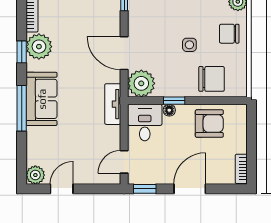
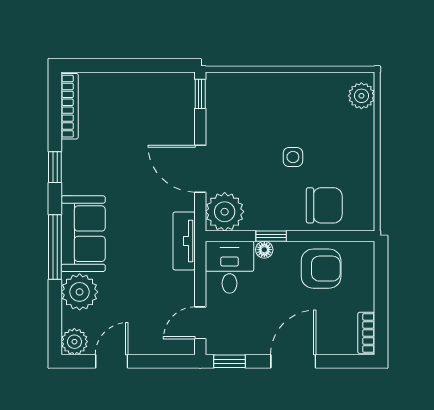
chair: (229, 34) -> (349, 141), removed
plant: (39, 47) -> (80, 292), moved

